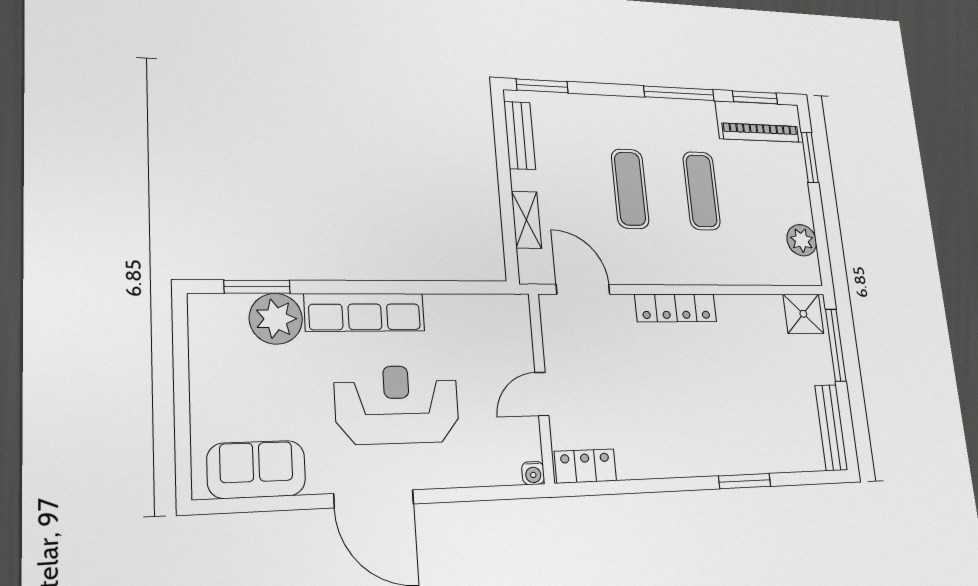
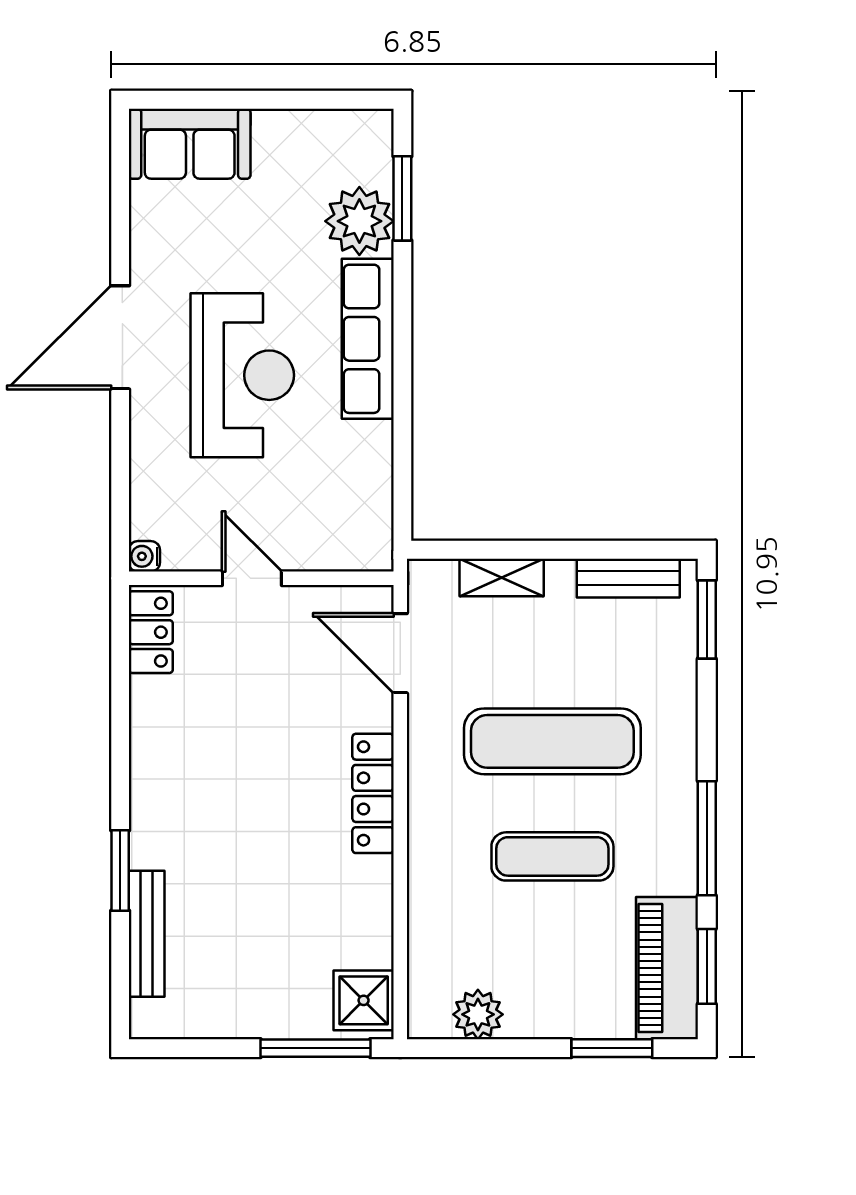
exercise mat: (630, 189) -> (552, 741), width x1.36, depth x1.45
door: (583, 289) -> (400, 653), swing flipped
bench: (831, 427) -> (147, 934), moved, turned 90
sofa: (256, 469) -> (190, 144), moved, turned 90

